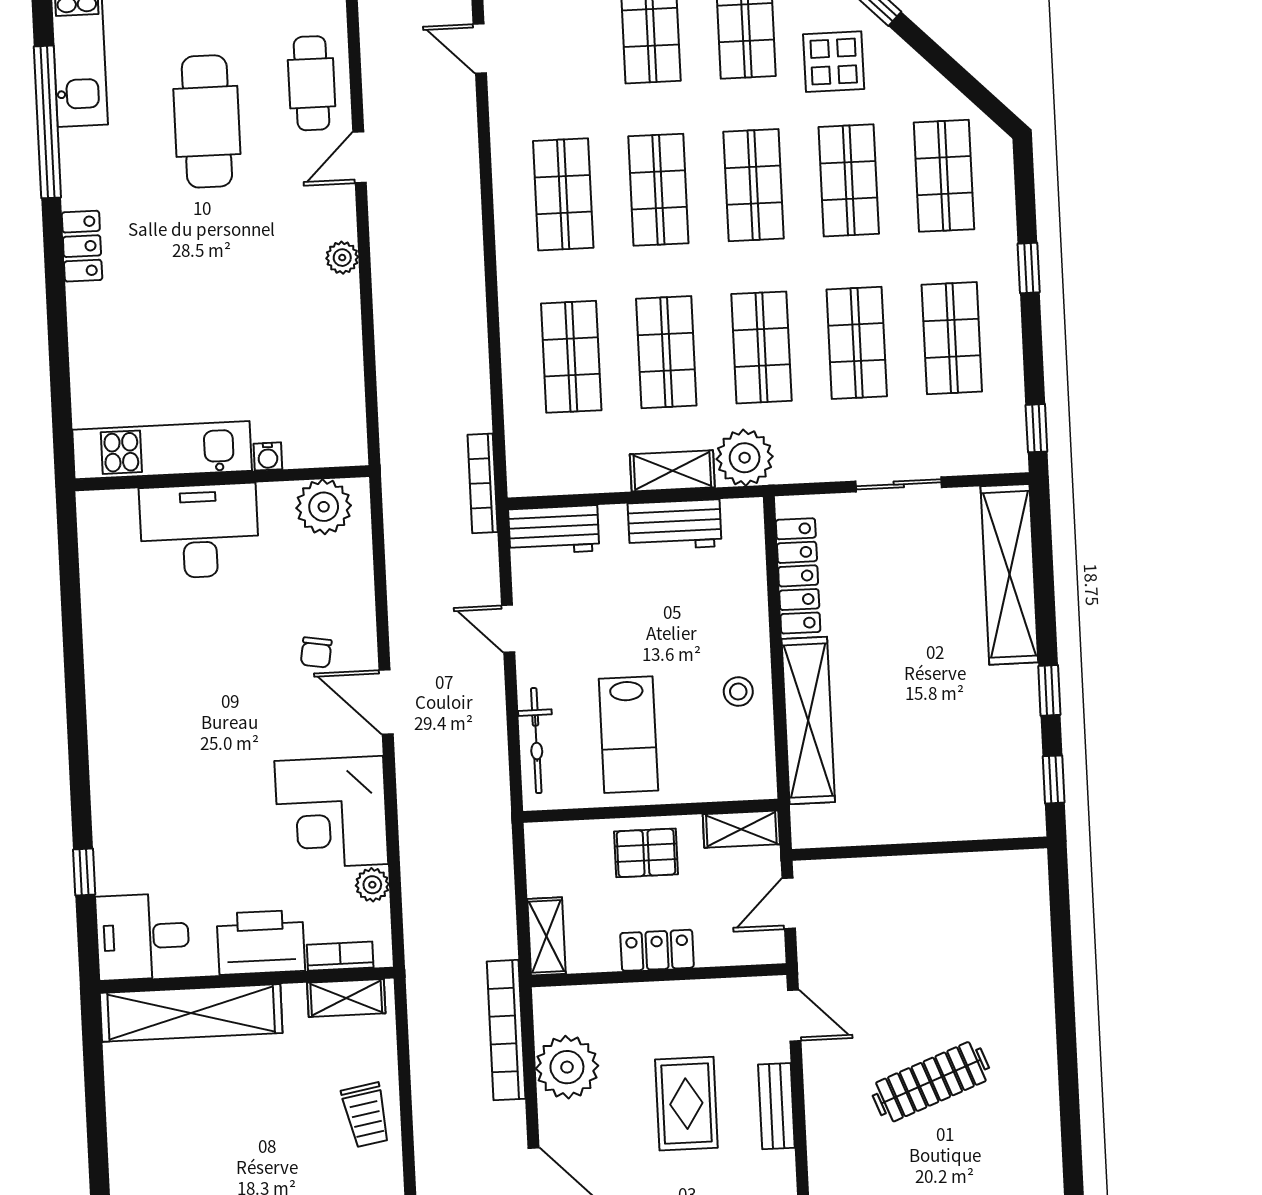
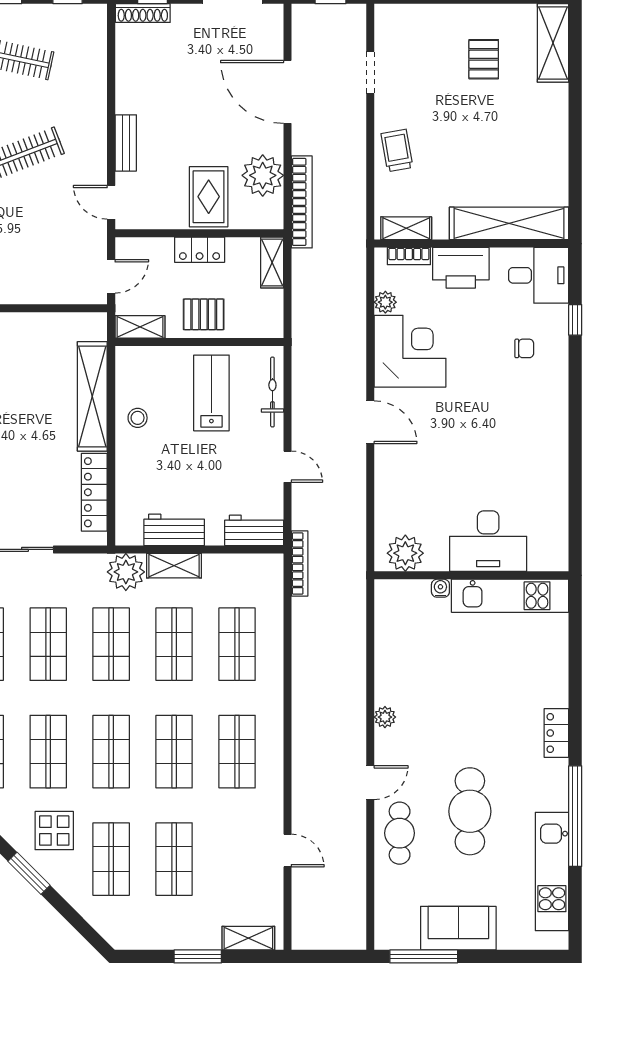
chair: (316, 652) -> (524, 348), moved, turned 81
rug: (686, 1104) -> (209, 197), moved

